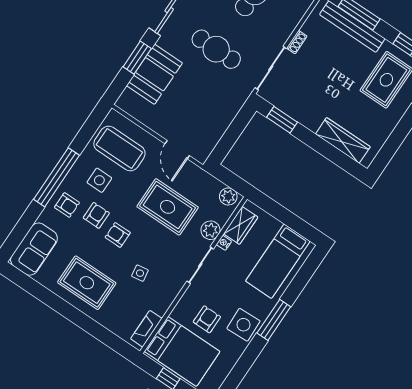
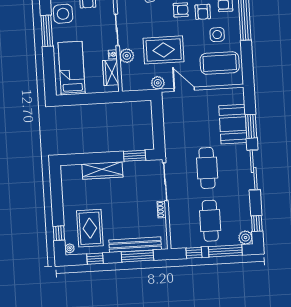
cafe table: (216, 49) -> (207, 168), turned 90
wardrobe: (343, 140) -> (102, 171), moved
plant: (228, 196) -> (158, 83), moved

